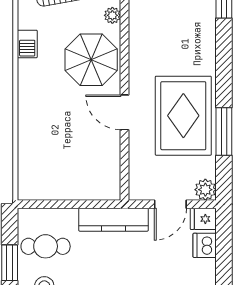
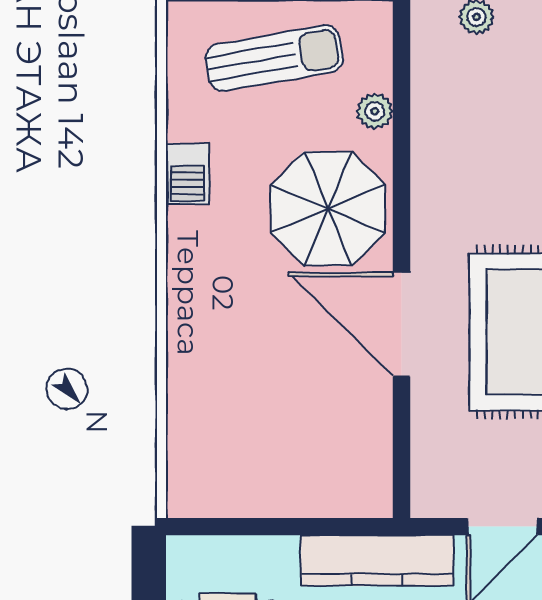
door: (125, 112) -> (401, 325), width x1.36

